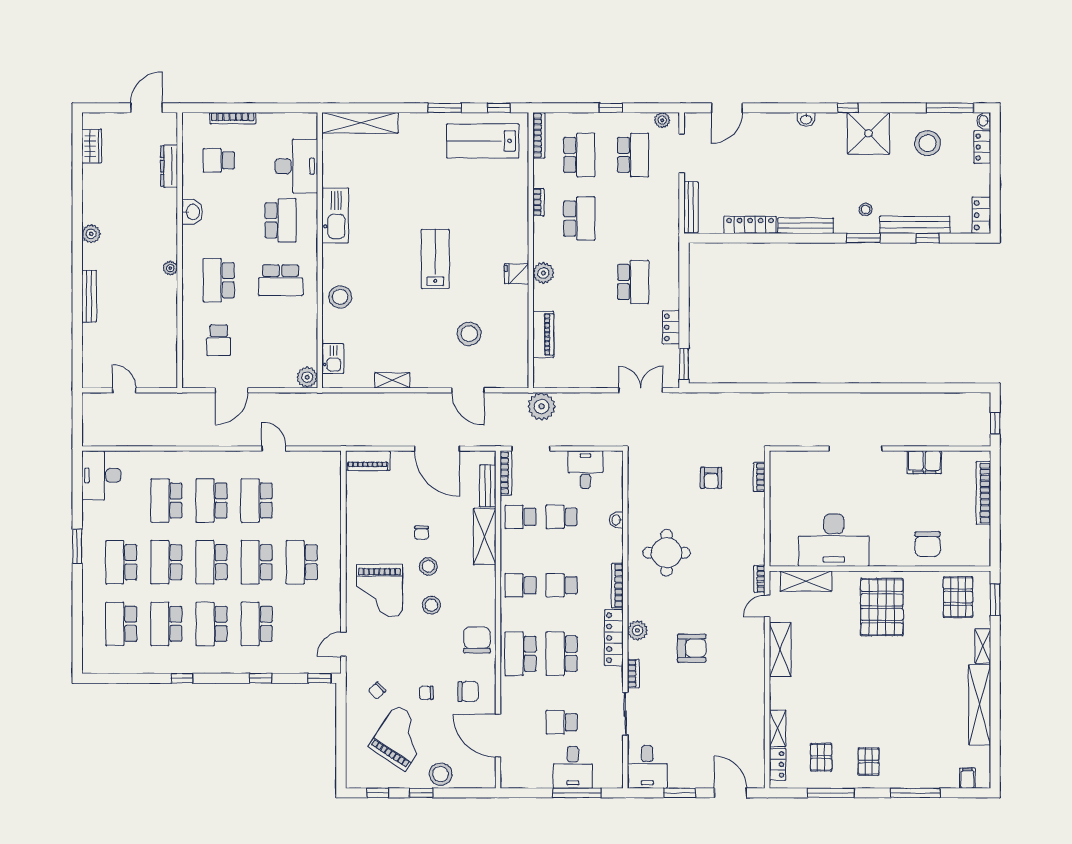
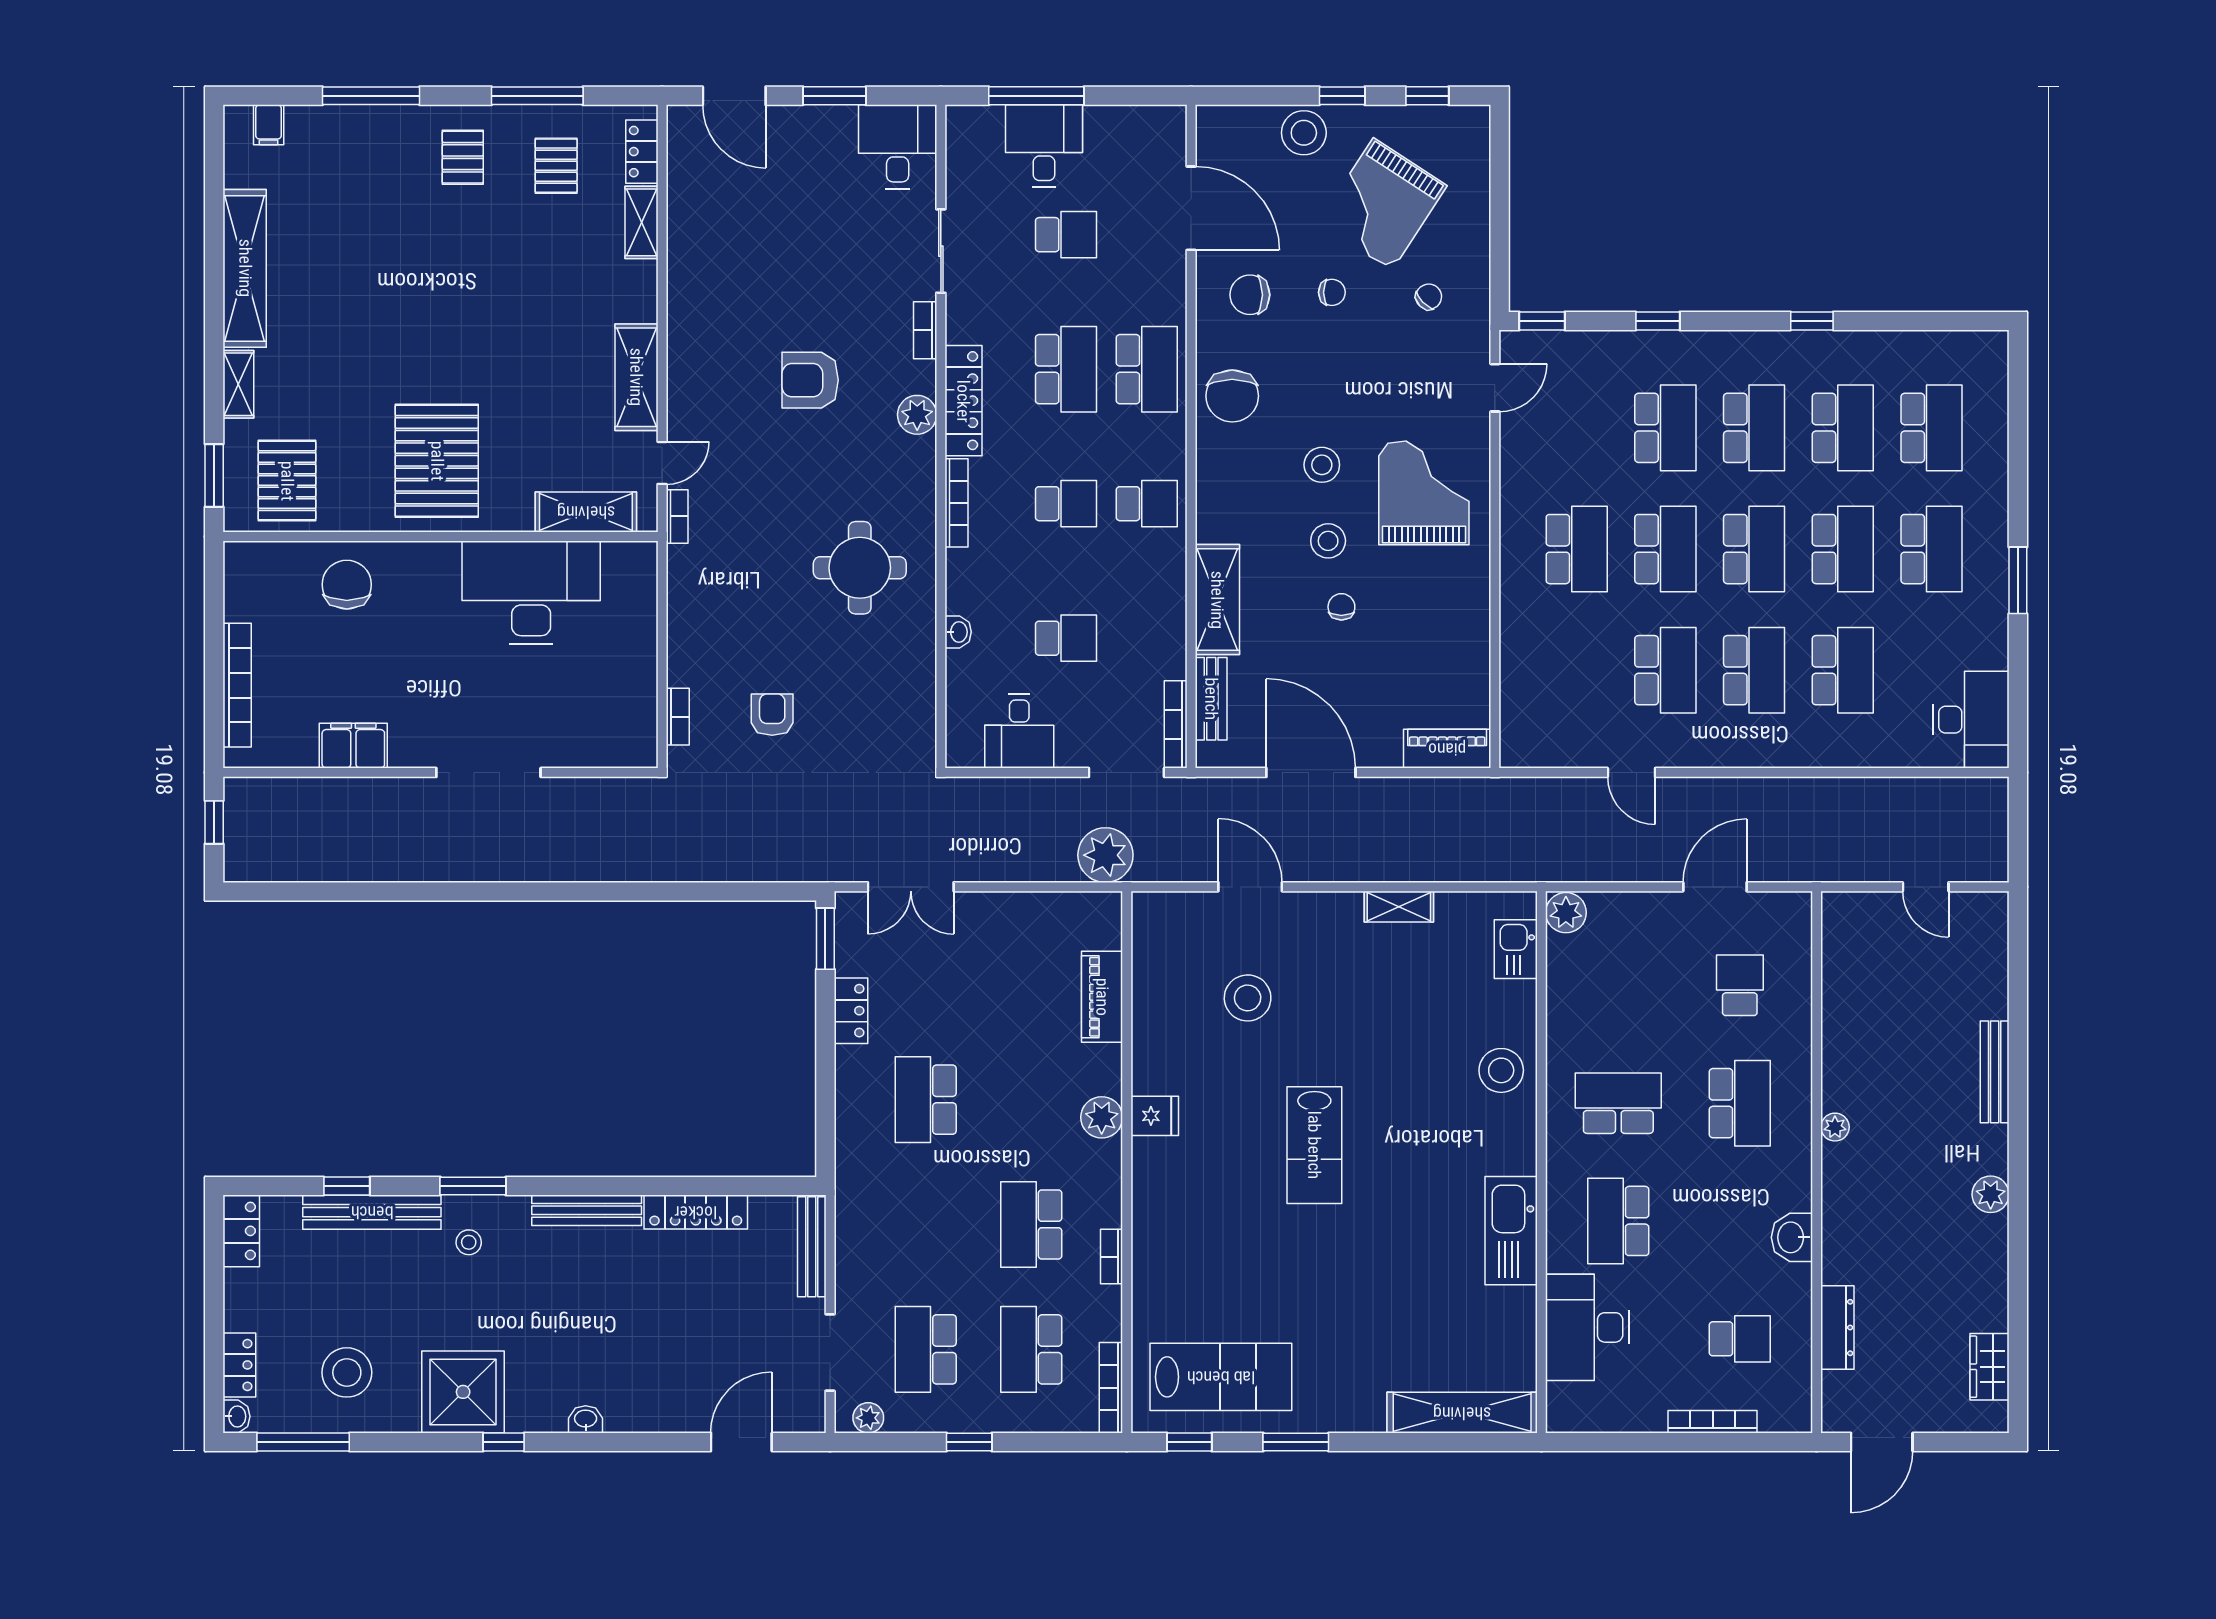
school desk: (521, 517) -> (1147, 638), removed

